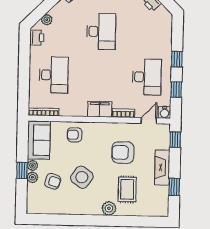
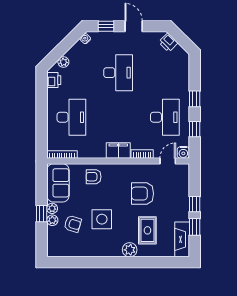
window: (175, 140) -> (195, 204), moved
fireplace: (162, 168) -> (182, 239), moved
side table: (82, 177) -> (102, 219), turned -36

